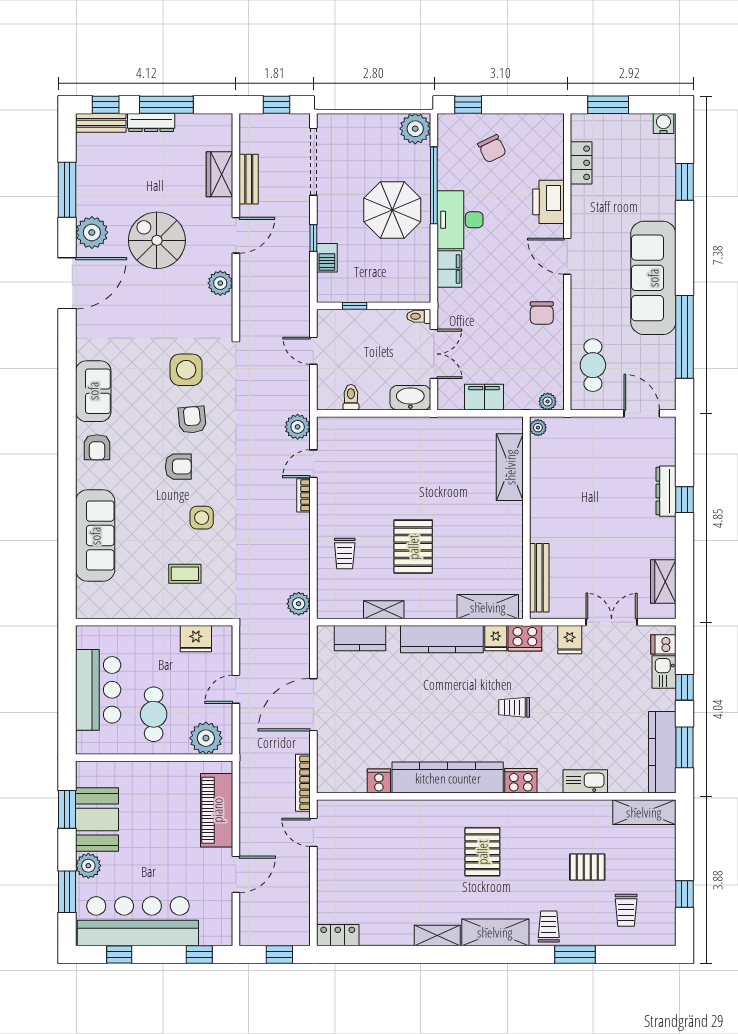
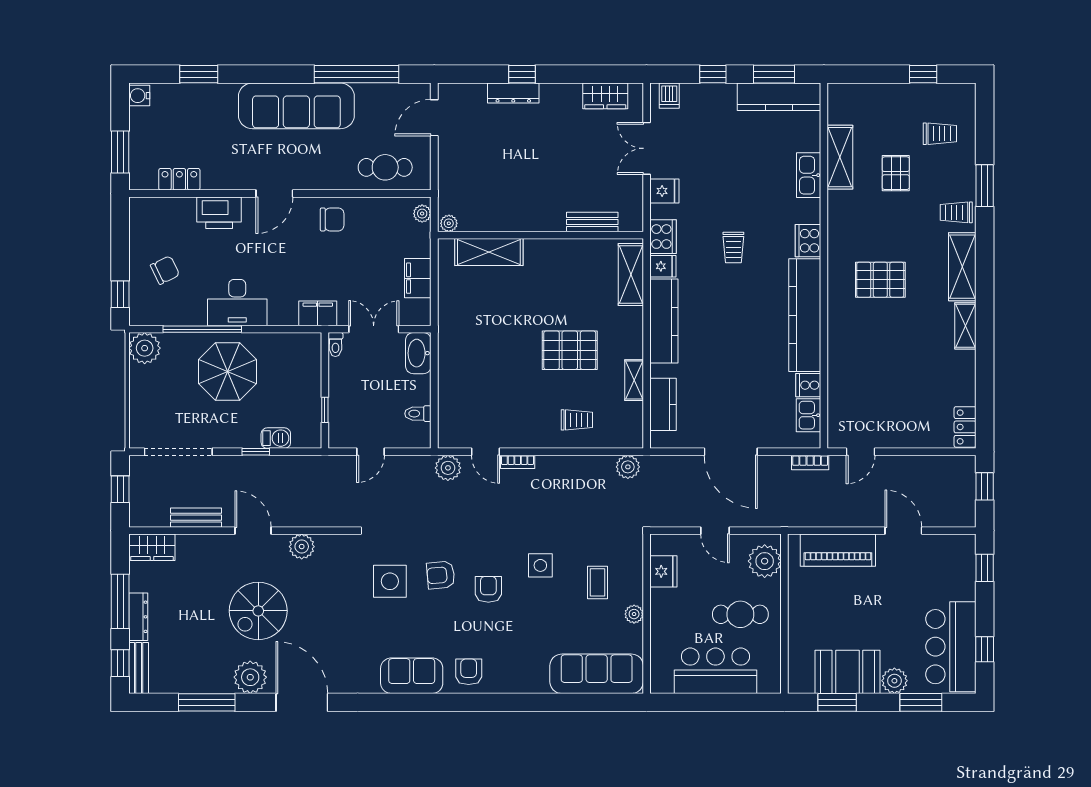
wardrobe: (220, 174) -> (152, 547), moved
filing cabinet: (449, 269) -> (318, 313), moved
armchair: (97, 447) -> (469, 672), turned -90
sofa: (95, 536) -> (597, 674), moved
bench: (539, 578) -> (592, 222), width x0.73
plant: (154, 610) -> (634, 614), added
kitchen sink: (664, 672) -> (808, 415), moved, turned 90
bookcase: (303, 783) -> (810, 462), width x0.64
shelving: (644, 812) -> (840, 157), moved
bar counter: (138, 921) -> (951, 647), width x0.73

